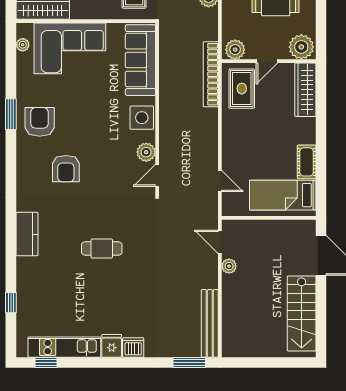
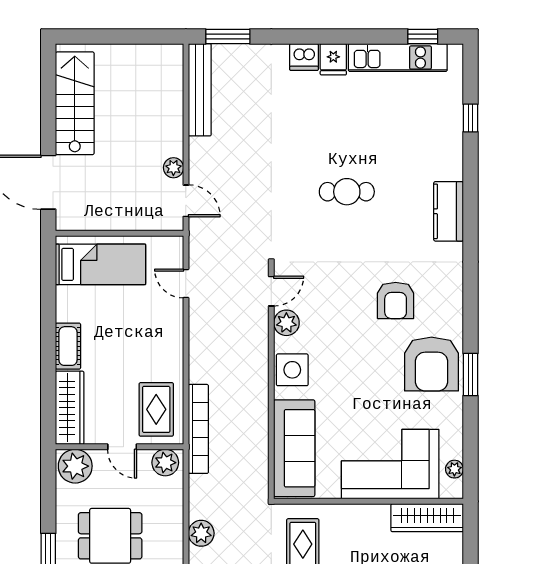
door: (267, 61) -> (122, 447), swing flipped
armchair: (40, 122) -> (431, 364), width x1.36, depth x1.36
cot: (307, 162) -> (68, 346), moved
armchair: (66, 169) -> (396, 300), turned 180

